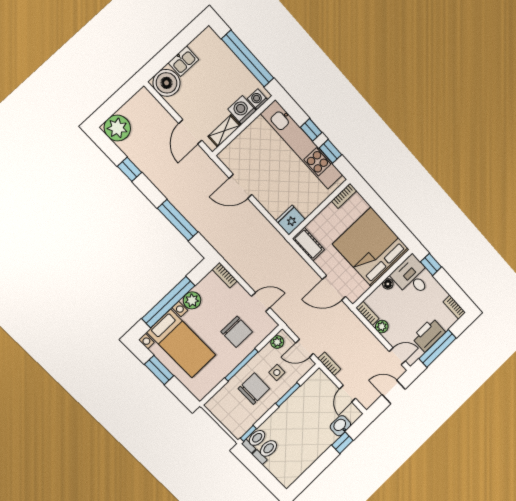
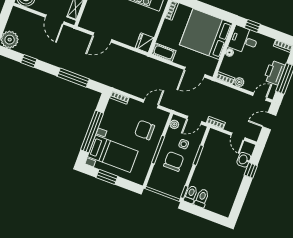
plant: (192, 300) -> (106, 123), removed
chair: (237, 332) -> (145, 130), turned 180

